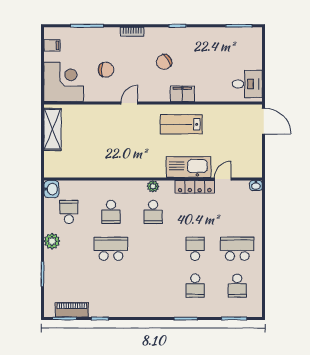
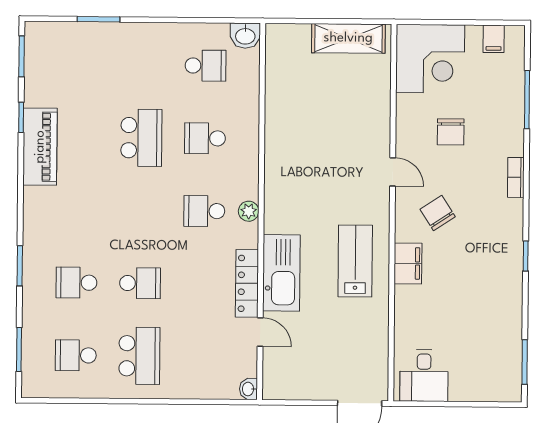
chair: (164, 62) -> (438, 213), moved
plant: (52, 241) -> (155, 36), removed
piano: (72, 310) -> (40, 147), moved, width x1.37, depth x1.33

